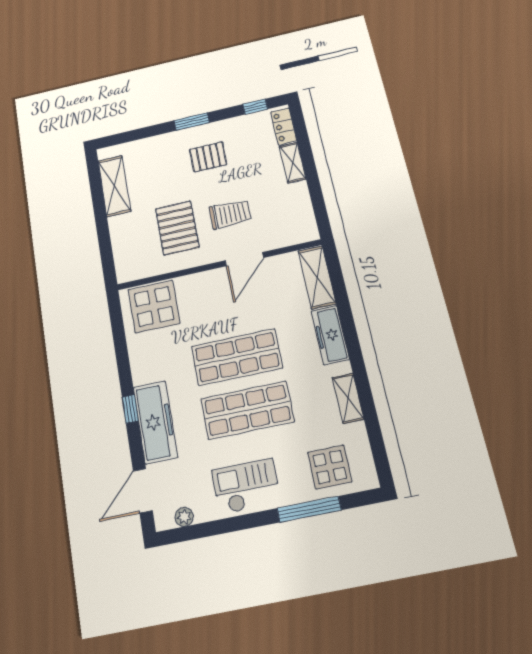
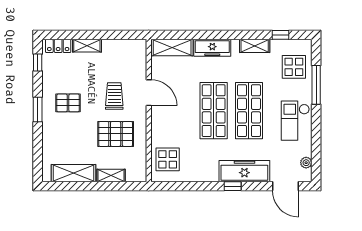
pallet: (208, 157) -> (68, 103), turned 90
shelving: (119, 235) -> (111, 176), added
display table: (154, 306) -> (168, 159), width x0.73, depth x0.73
window: (375, 435) -> (281, 35), added

